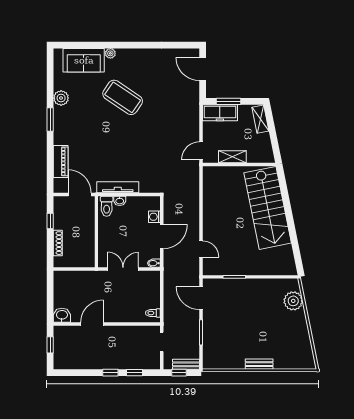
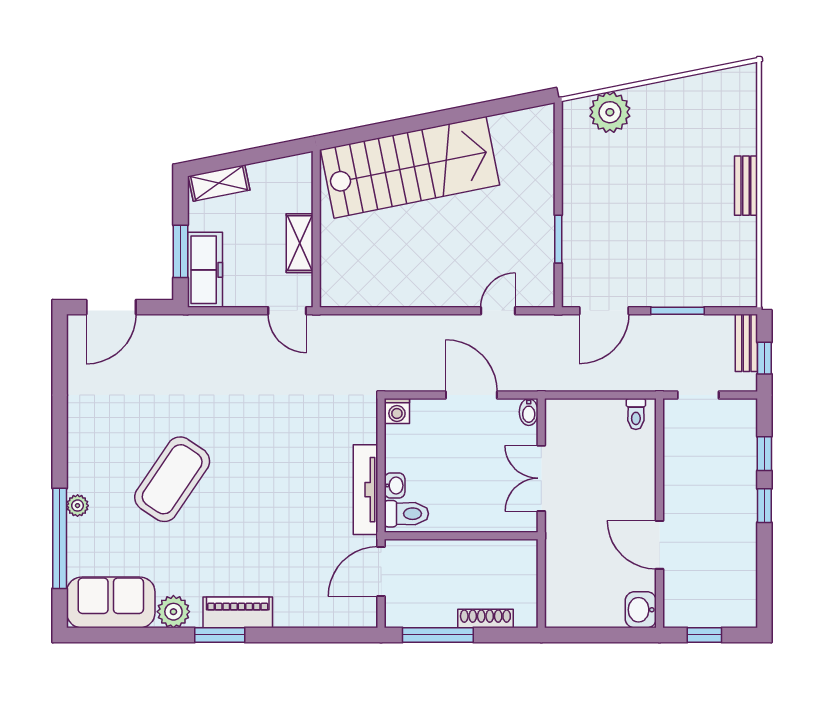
window: (95, 45) -> (60, 538), added
sofa: (84, 60) -> (111, 602), moved, turned -90
piano: (61, 161) -> (238, 612), moved
washing machine: (154, 217) -> (397, 411), moved
window: (50, 221) -> (438, 635), width x2.17

